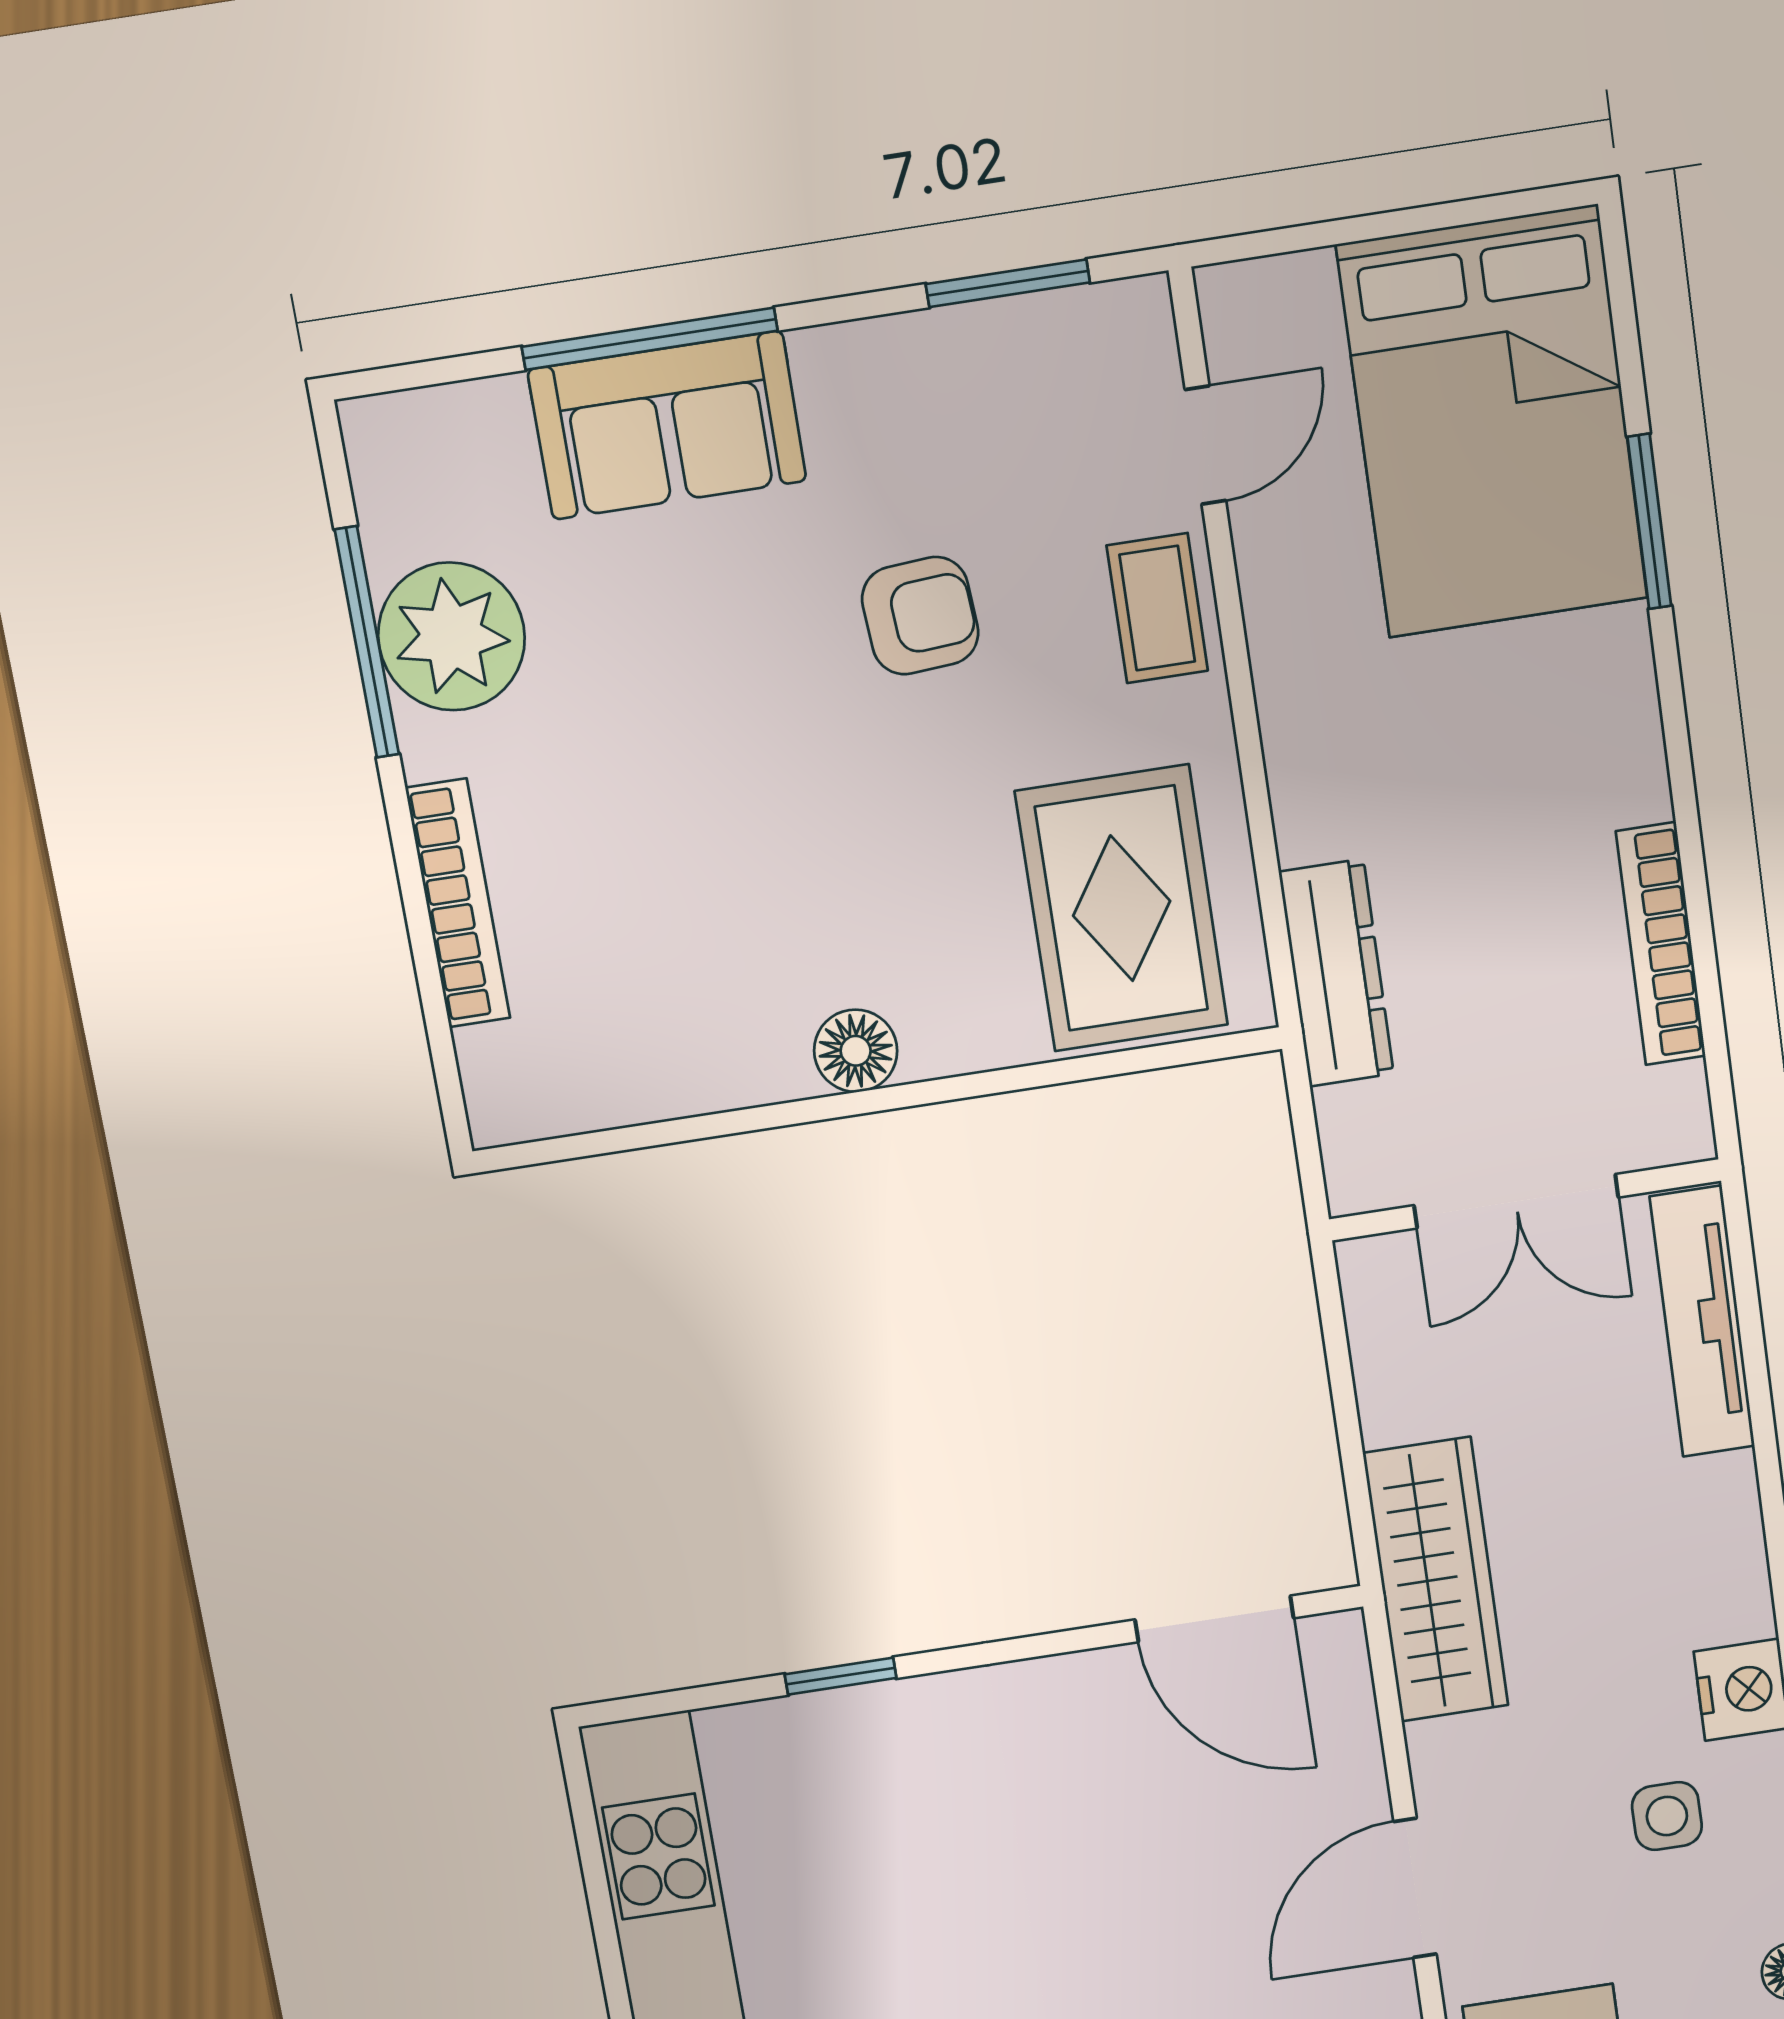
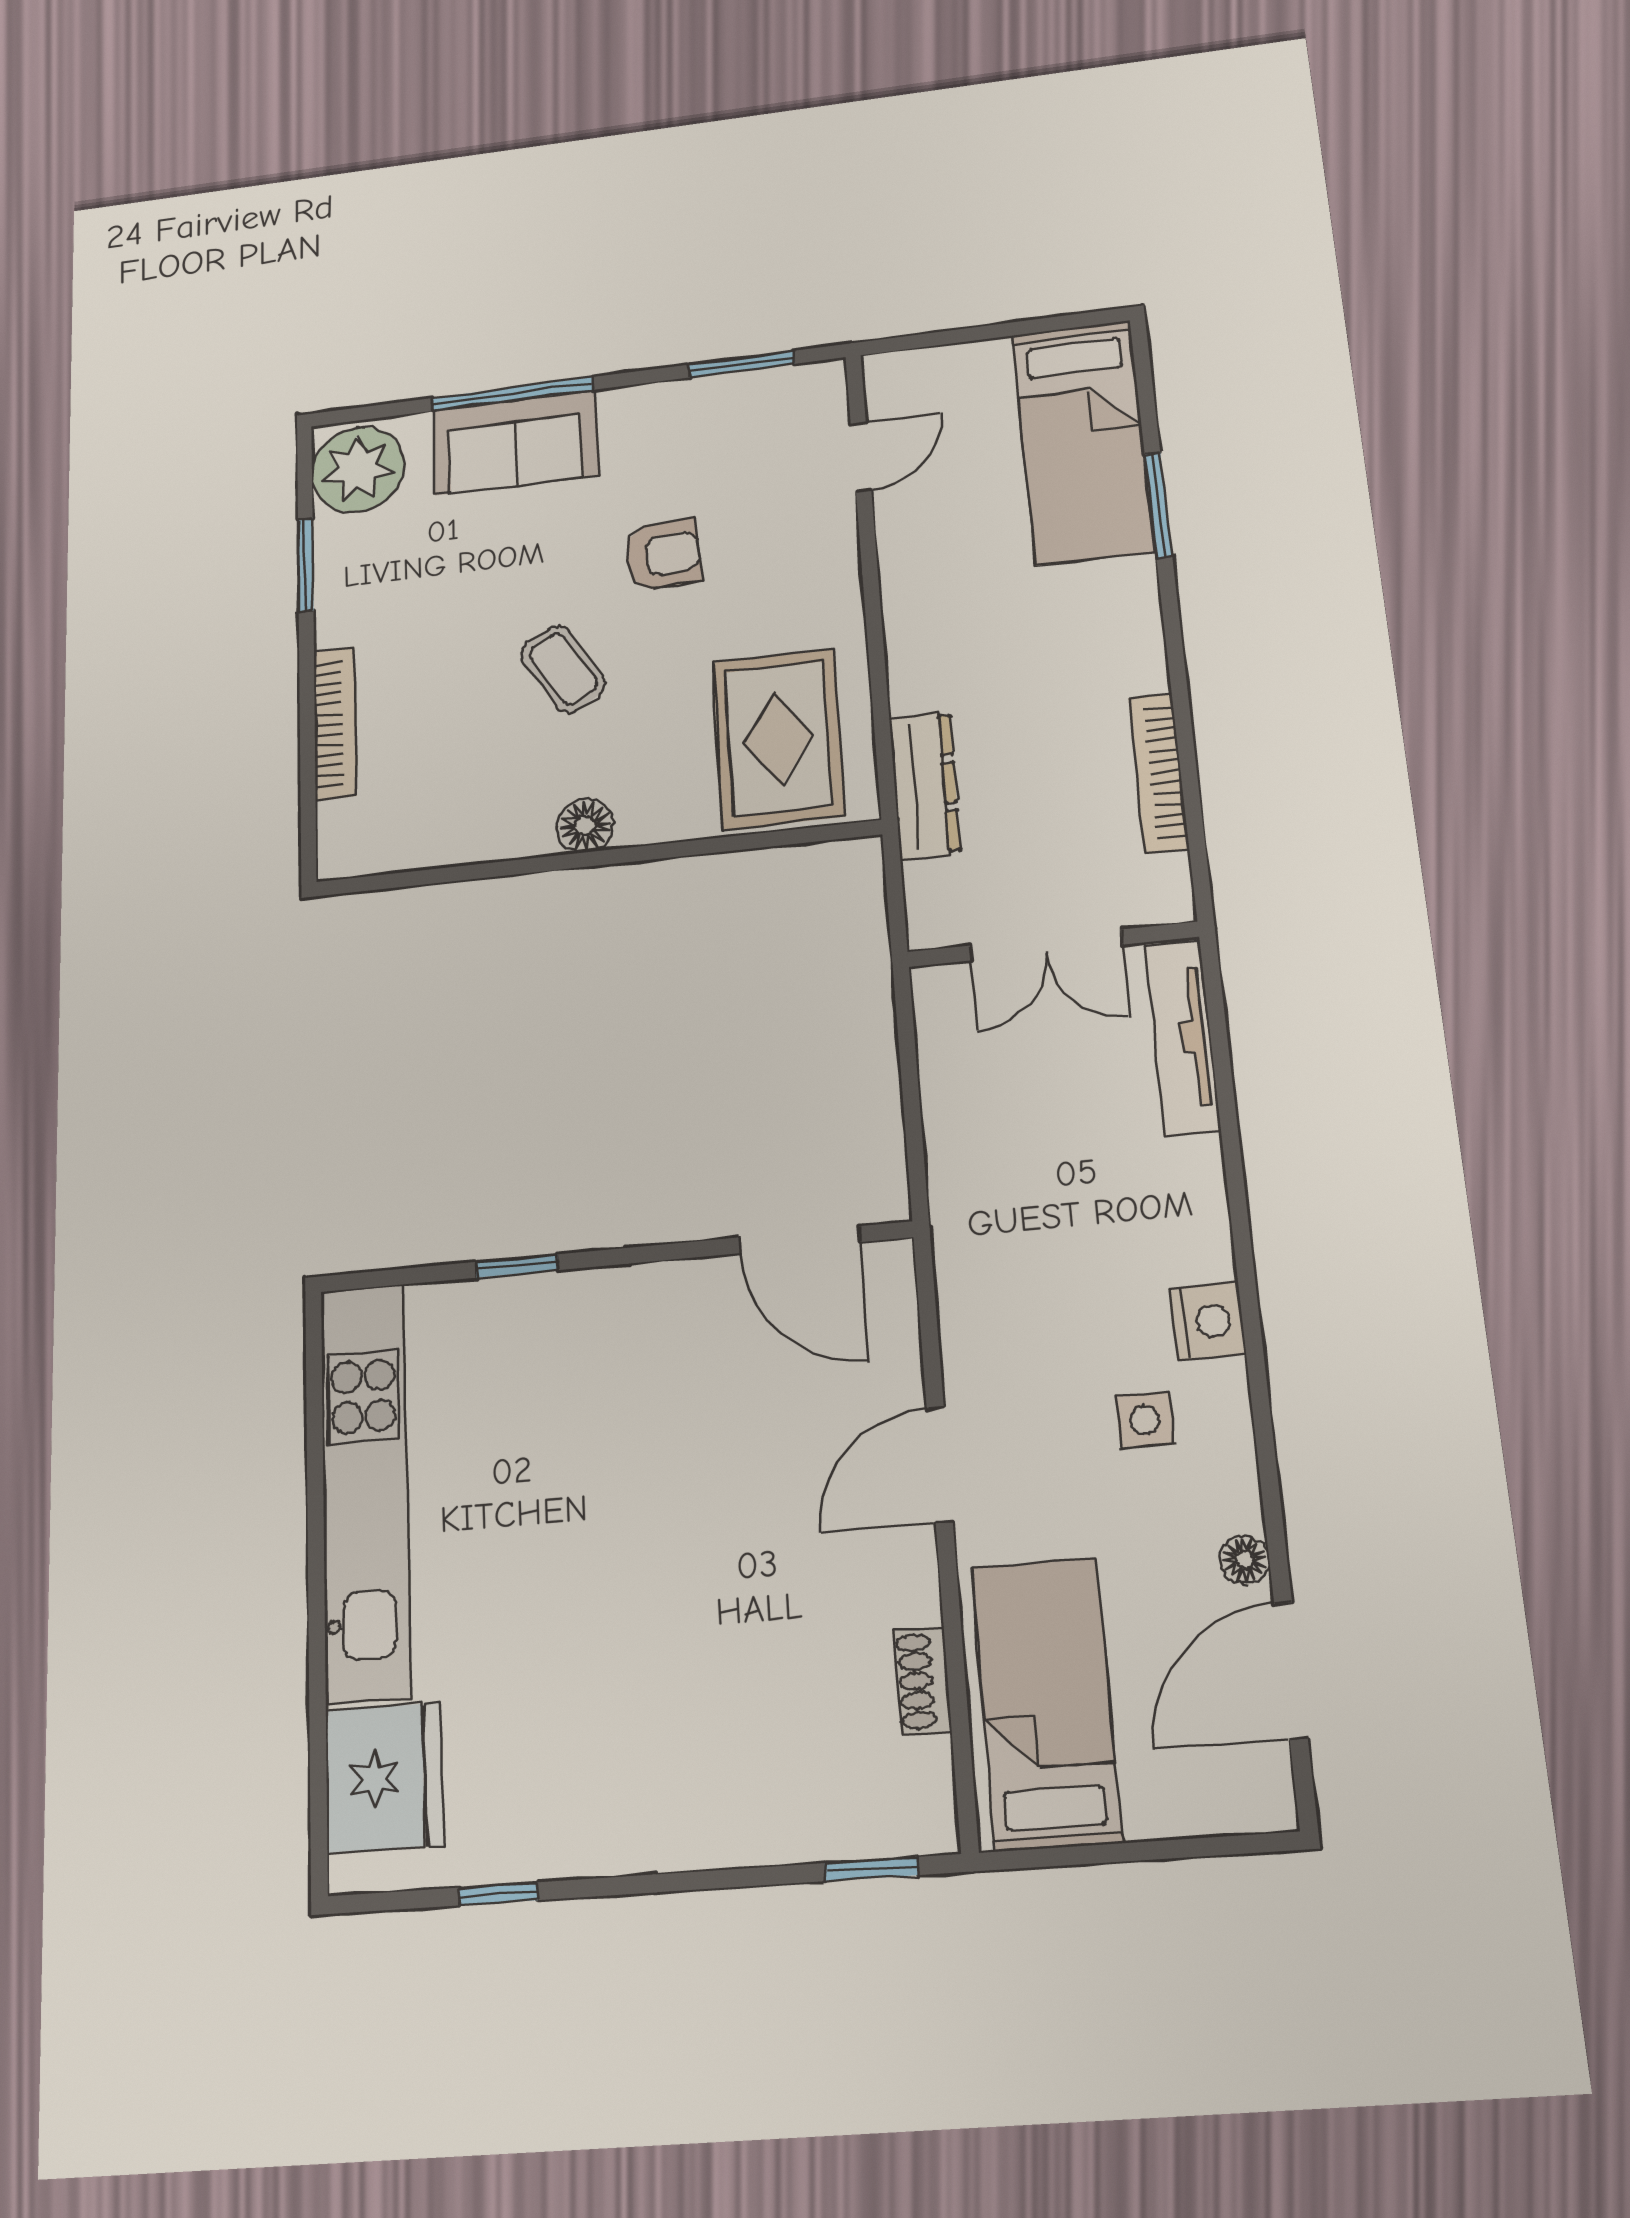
bed: (1493, 422) -> (1083, 442), width x0.67
coffee table: (1157, 608) -> (563, 669), moved, turned -31
plant: (451, 637) -> (358, 469), moved
window: (367, 642) -> (306, 565), width x0.69
wardrobe: (1436, 1580) -> (970, 1220), removed

